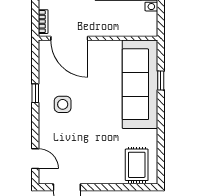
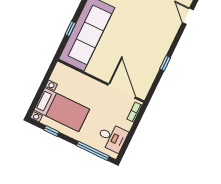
side table: (63, 104) -> (149, 46), removed

